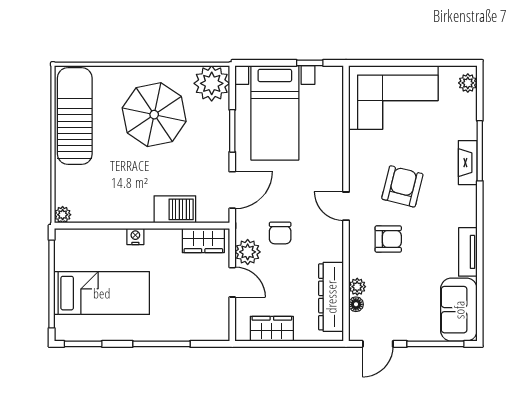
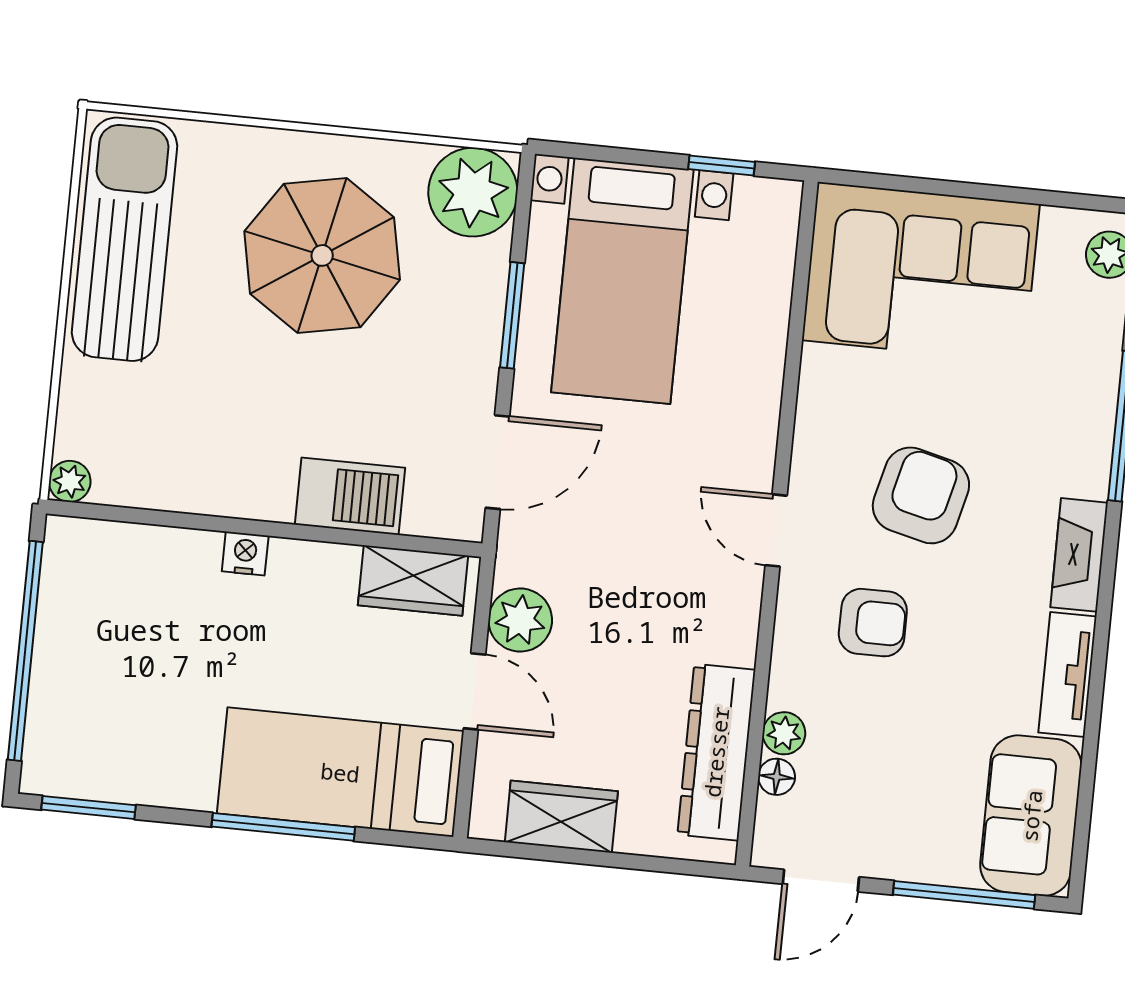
fireplace: (468, 163) -> (1079, 555), moved
chair: (280, 233) -> (606, 581), removed
bed: (102, 293) -> (340, 772), moved, turned 180

